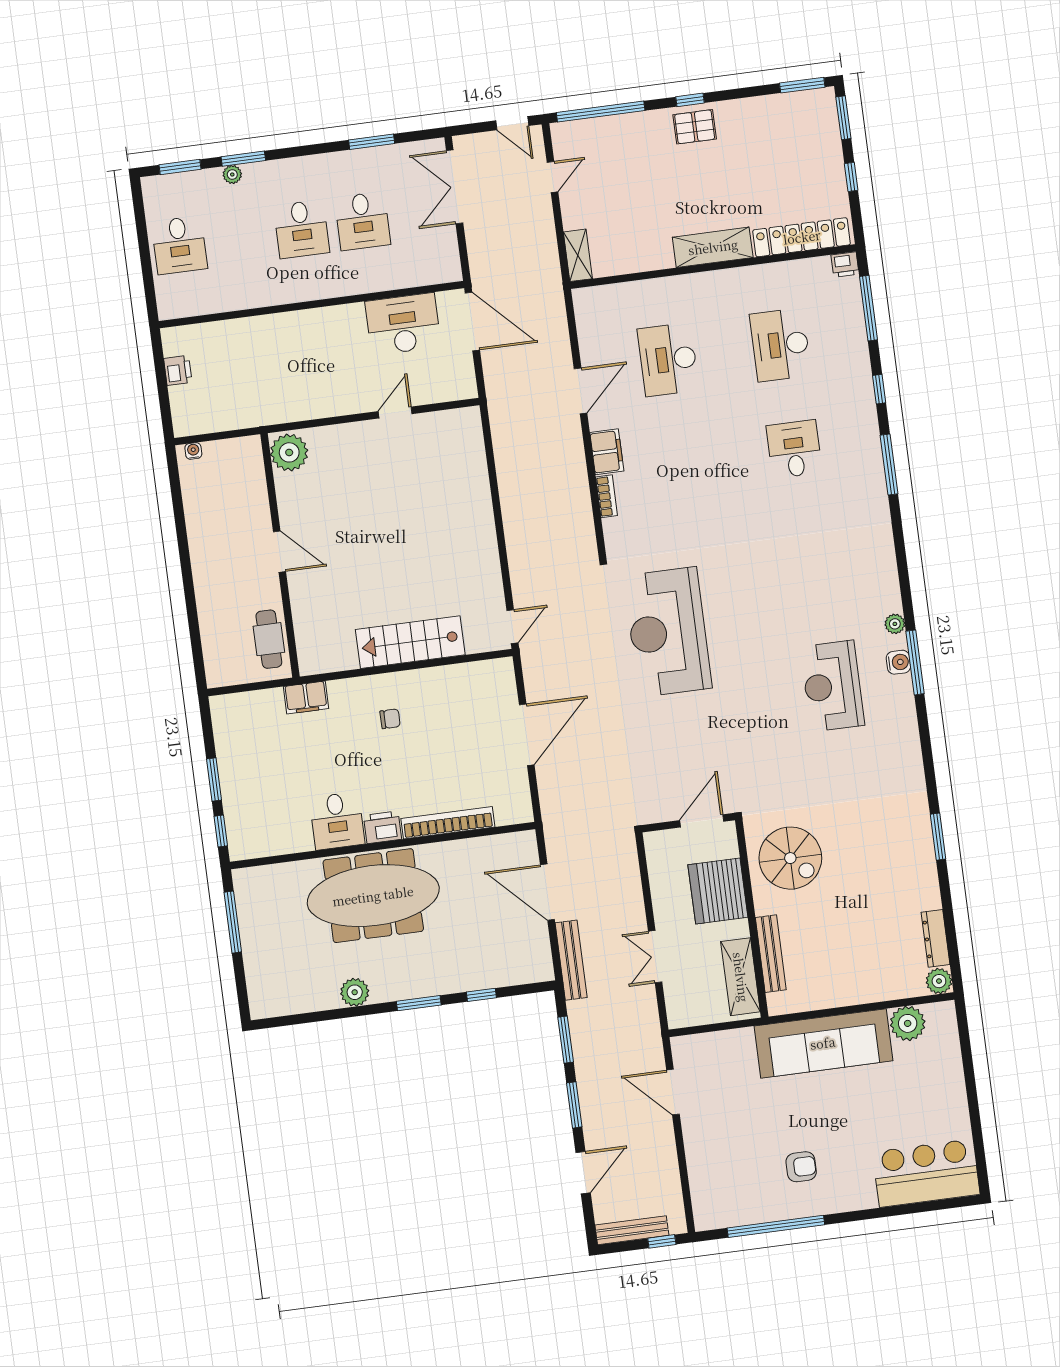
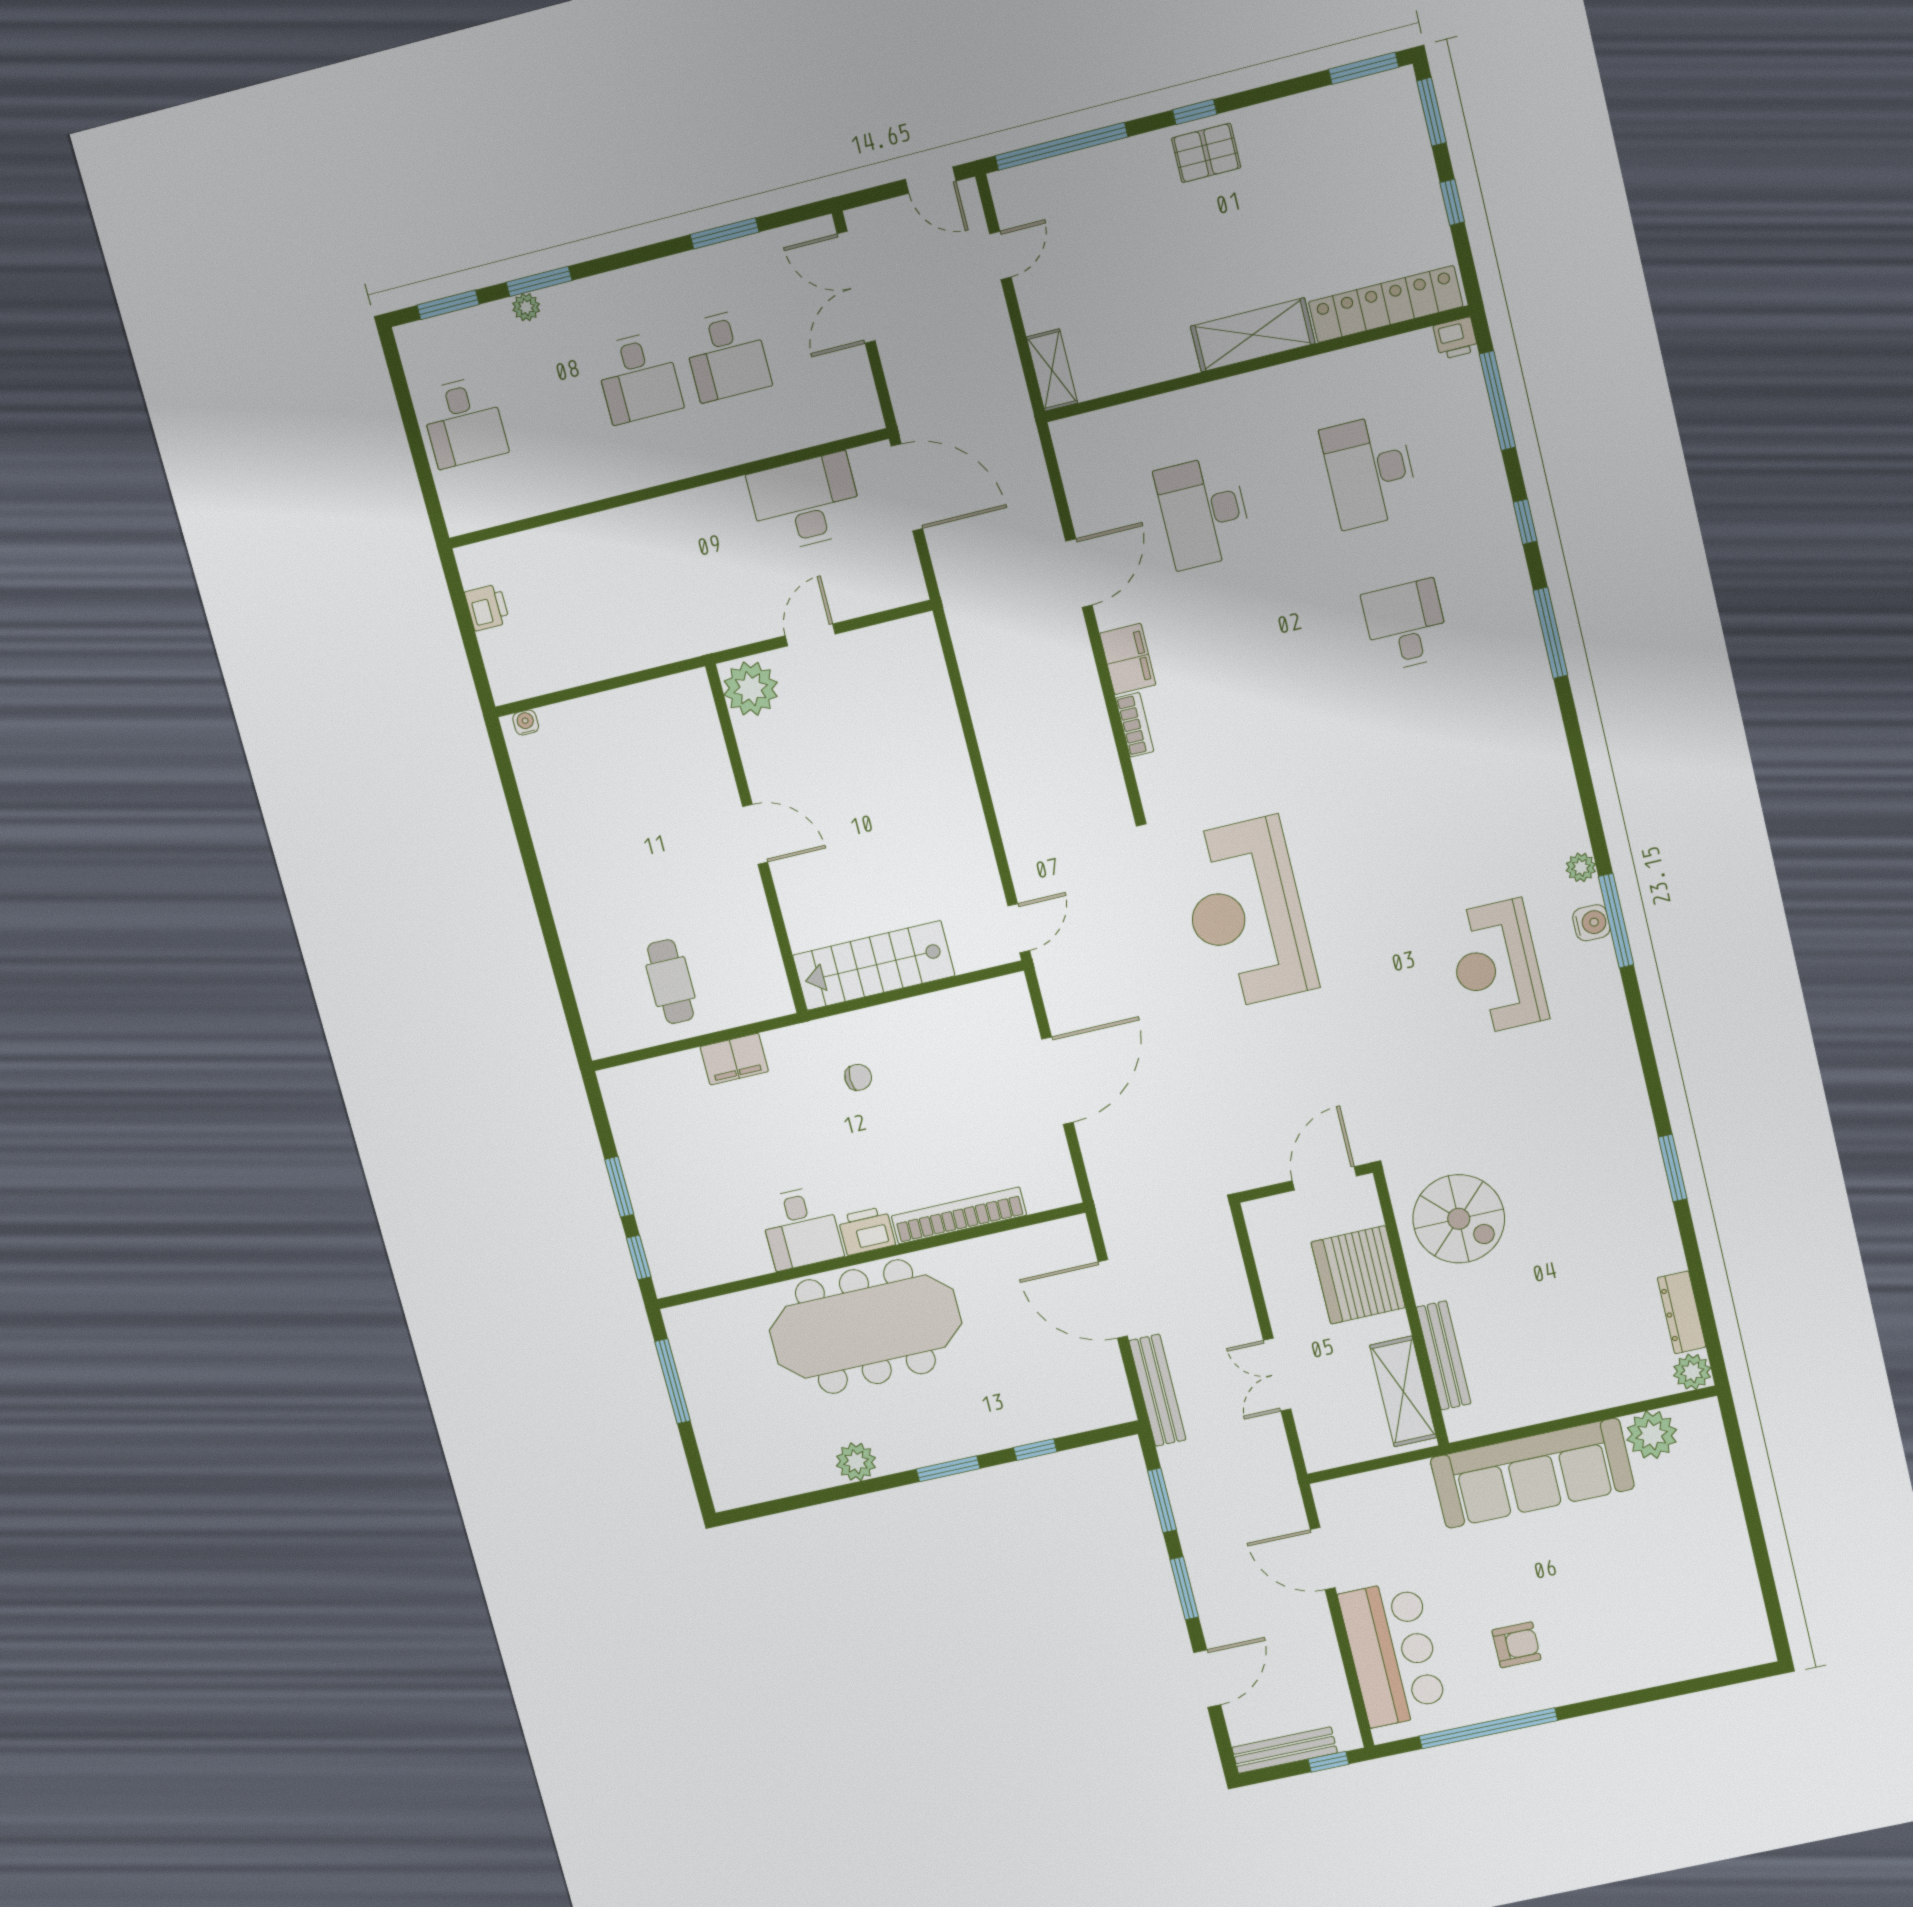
plant: (289, 452) -> (751, 689), moved
door: (280, 552) -> (755, 834), moved
wall: (280, 555) -> (757, 840), moved
bar counter: (926, 1173) -> (1393, 1653), moved, turned 90

